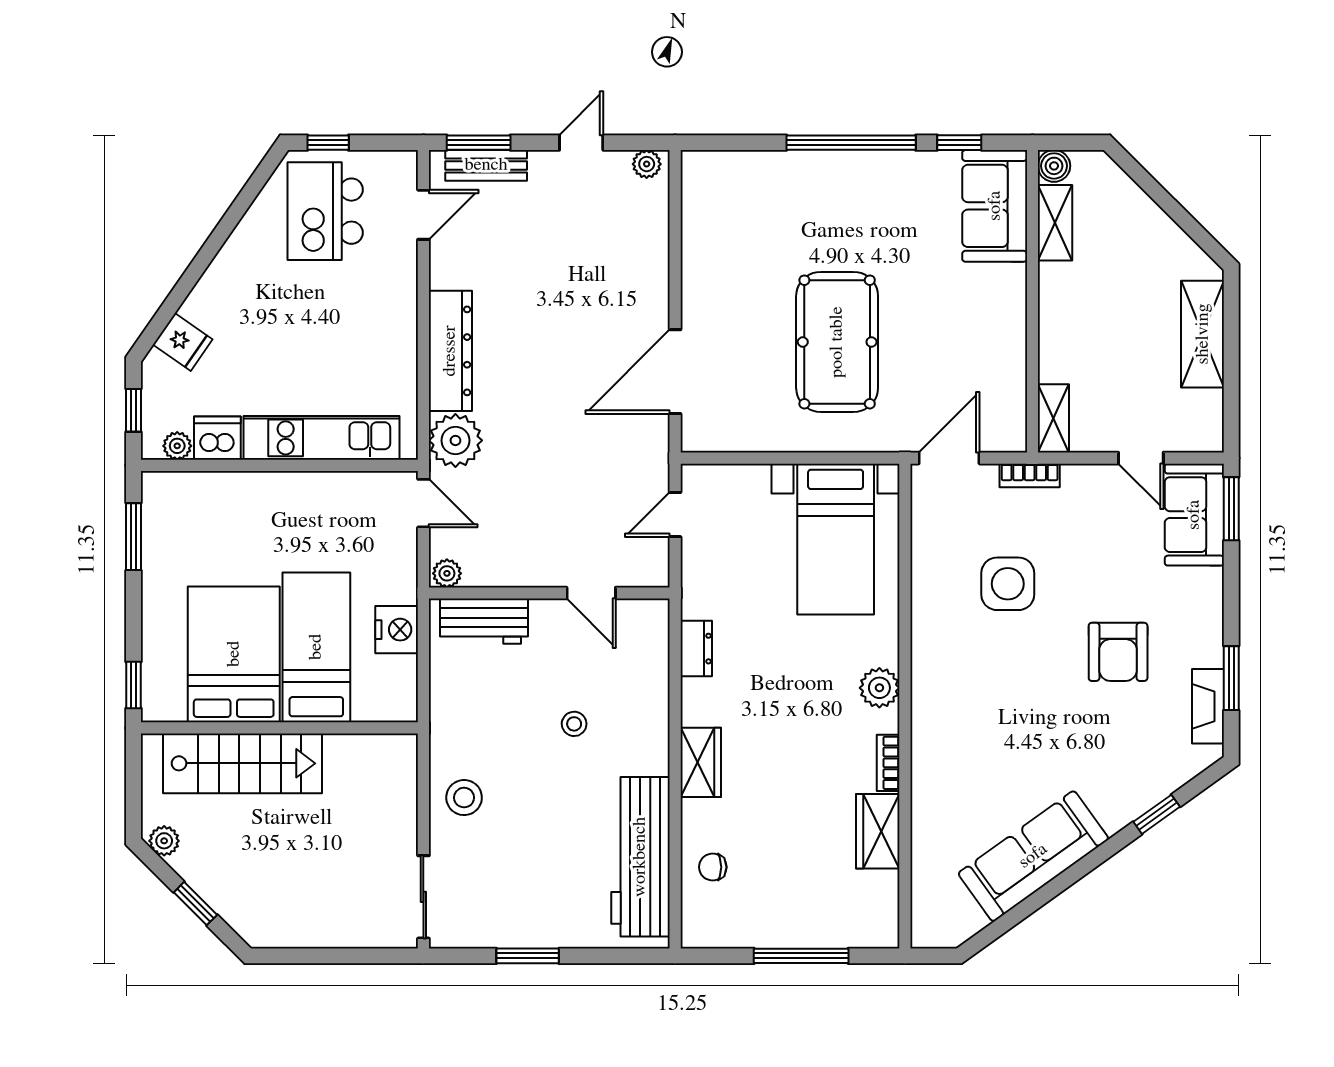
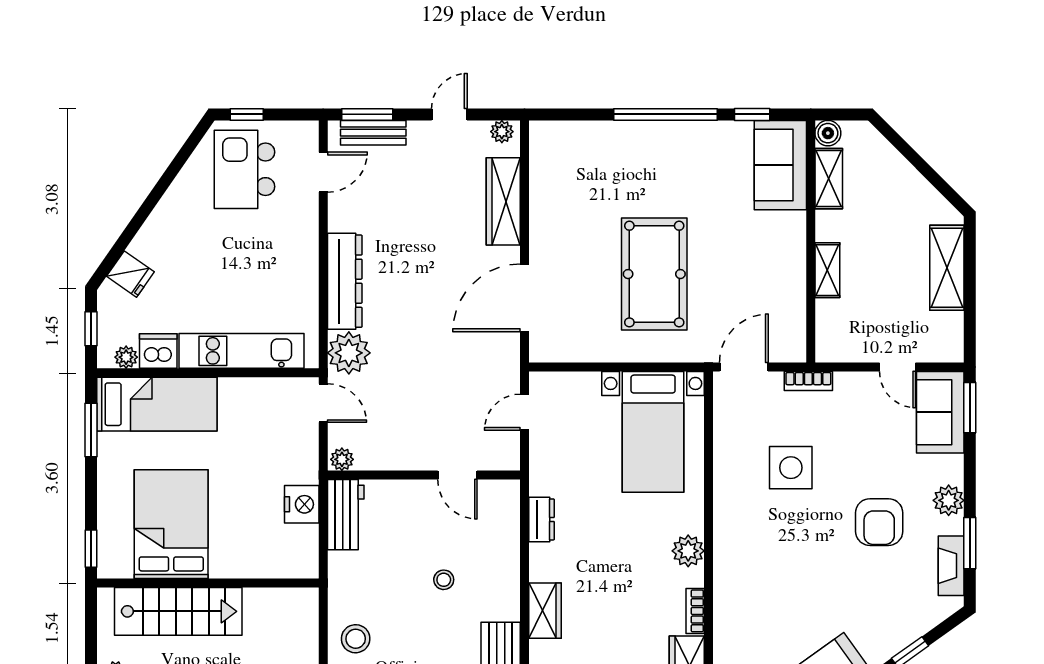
wardrobe: (649, 251) -> (503, 201), added
shelving: (1053, 418) -> (827, 270), moved
workbench: (484, 621) -> (346, 515), moved, turned -90
plant: (1205, 625) -> (949, 500), added
bed: (316, 647) -> (157, 404), moved, turned 90

